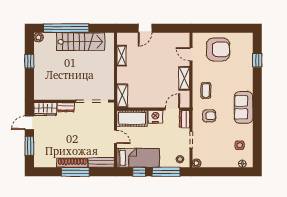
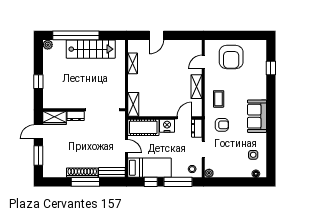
armchair: (218, 49) -> (231, 57), turned 90
door: (191, 54) -> (203, 62), hinge flipped
window: (29, 61) -> (38, 82), moved

